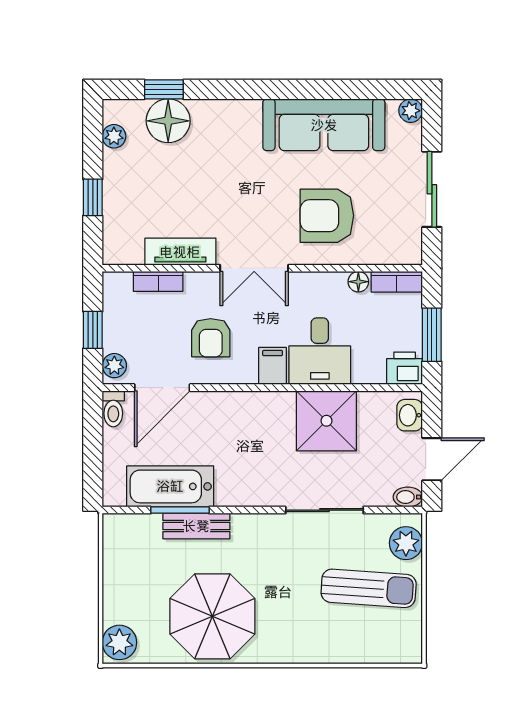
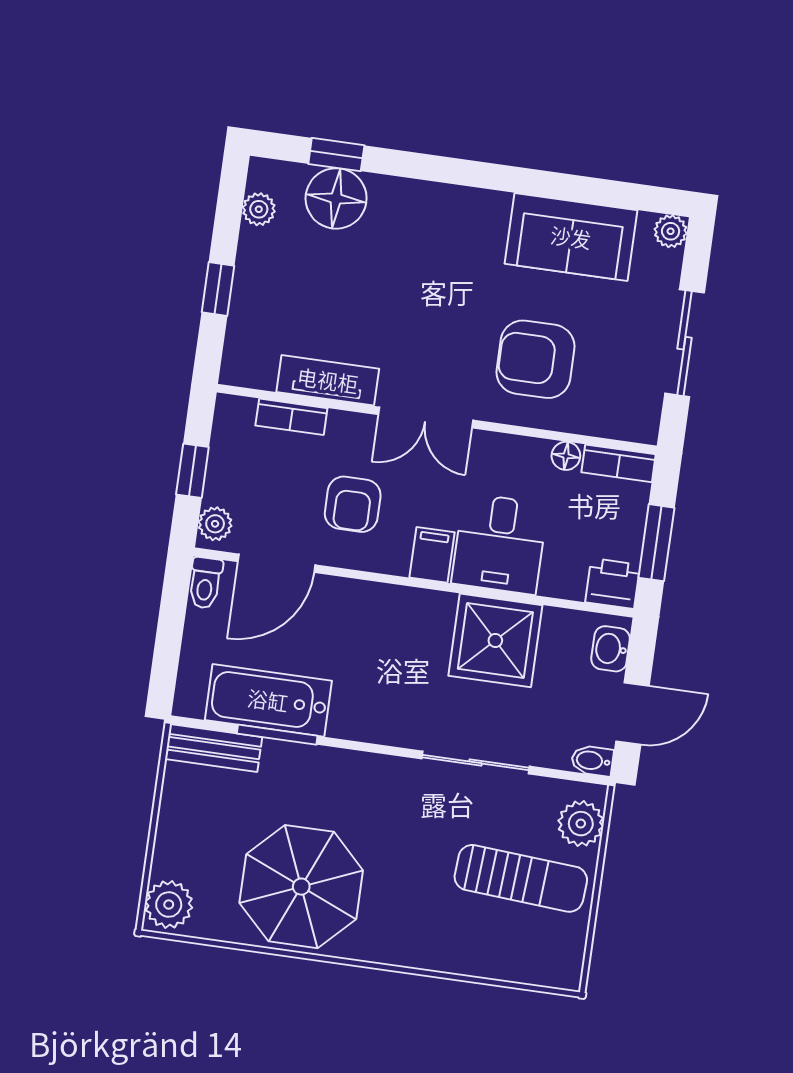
sofa: (324, 125) -> (571, 237), width x0.73
bench: (196, 526) -> (214, 748), moved

